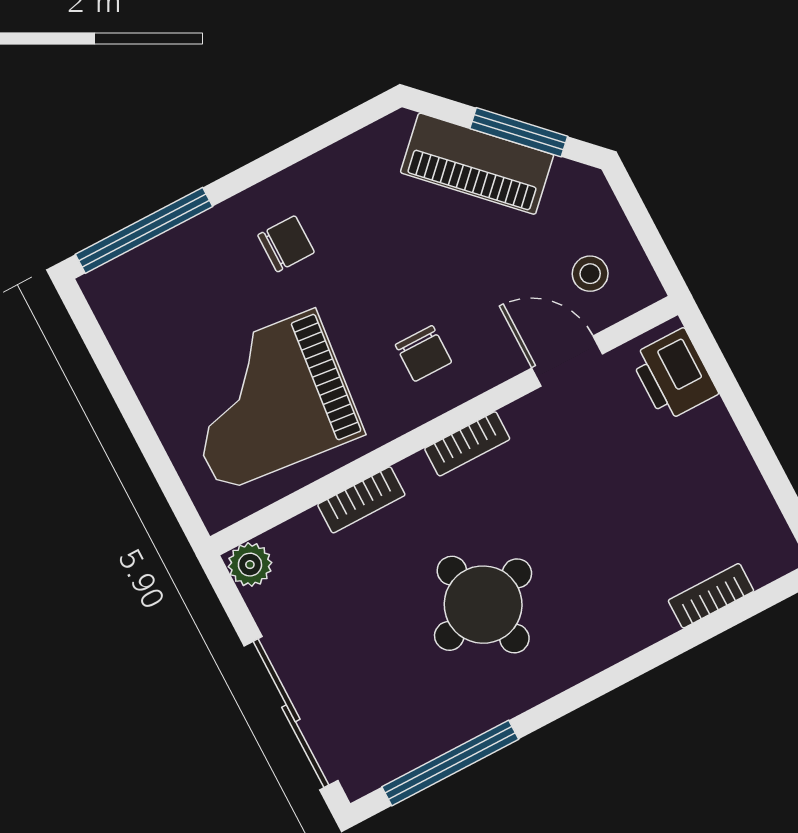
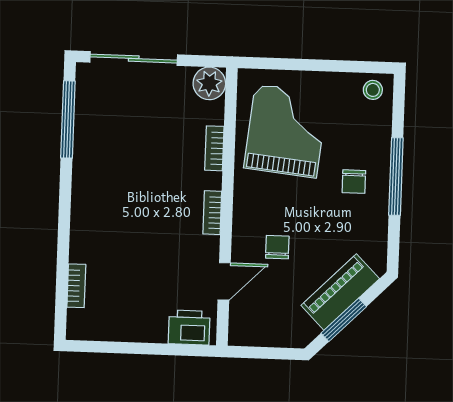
window: (144, 230) -> (396, 176), moved
stool: (590, 274) -> (373, 90), moved
chair: (423, 353) -> (277, 247), moved, turned 90
plant: (250, 565) -> (209, 83), width x1.38, depth x1.38
round table: (483, 605) -> (133, 177), removed

